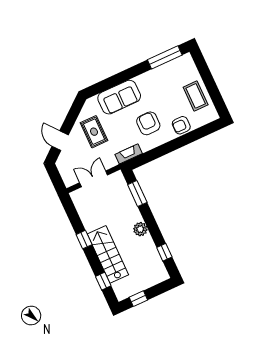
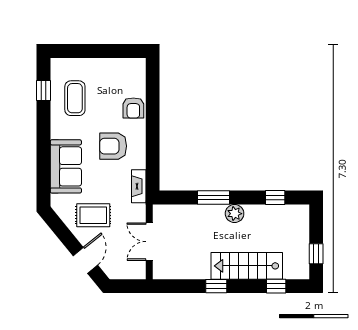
window: (165, 57) -> (44, 91), width x0.46
coffee table: (196, 96) -> (75, 98), moved, turned 90
door: (60, 141) -> (85, 260), swing flipped
window: (137, 193) -> (214, 198), moved

